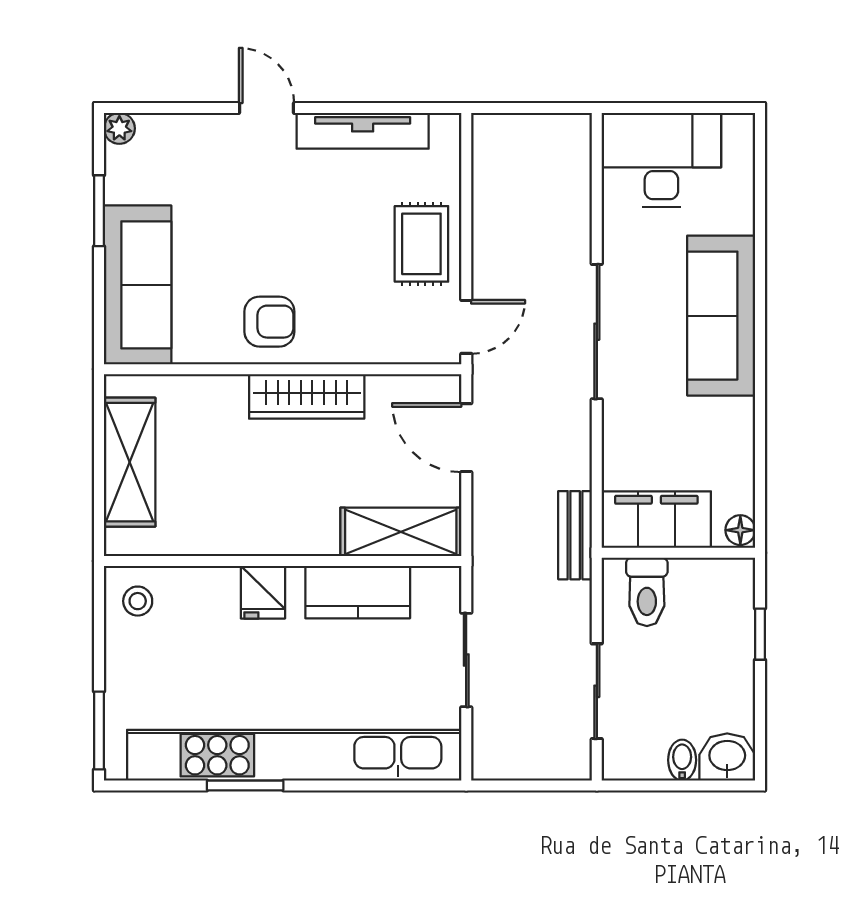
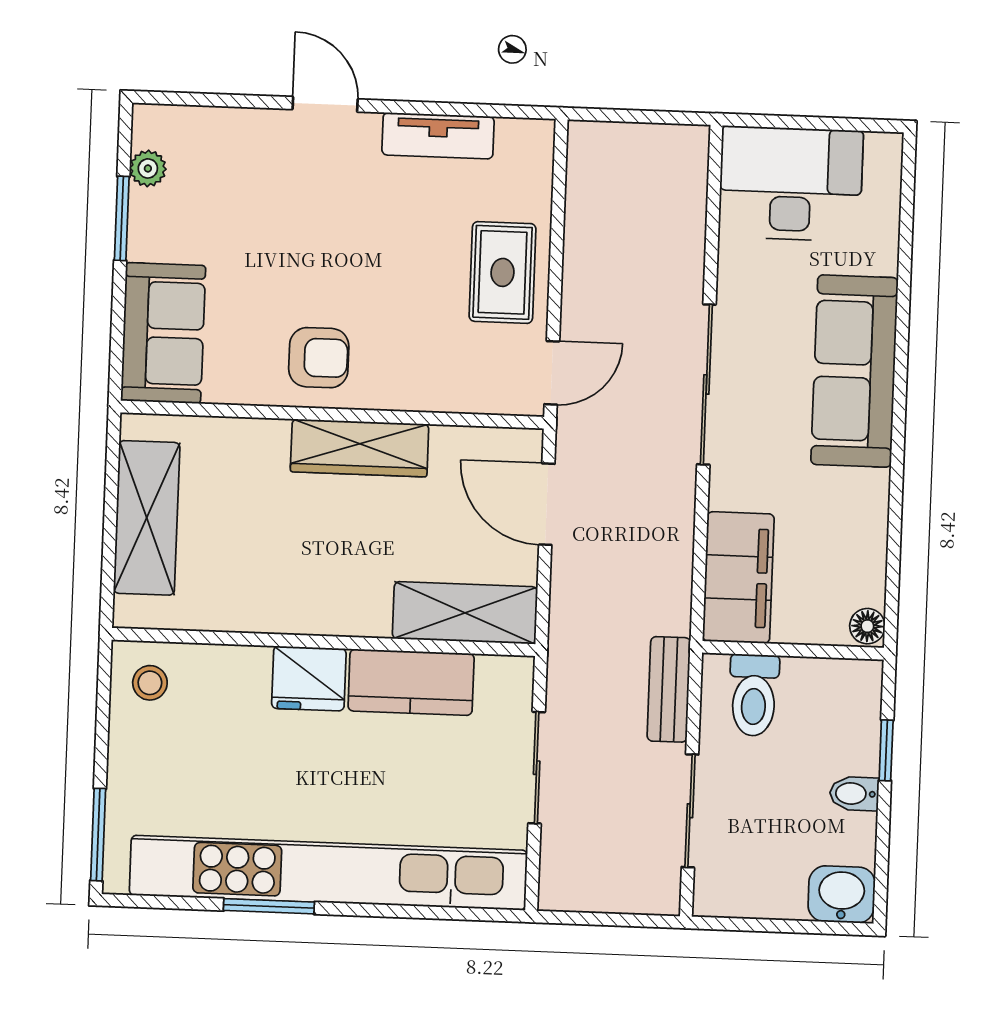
plant: (119, 128) -> (148, 168), moved
tv unit: (363, 131) -> (438, 136), width x0.71
sofa: (138, 285) -> (163, 333), width x0.73
filing cabinet: (656, 520) -> (738, 578), moved, turned 90
bench: (575, 535) -> (669, 689), moved
fridge: (263, 592) -> (309, 678), width x1.38
bidet: (682, 760) -> (854, 794), moved, turned -90

